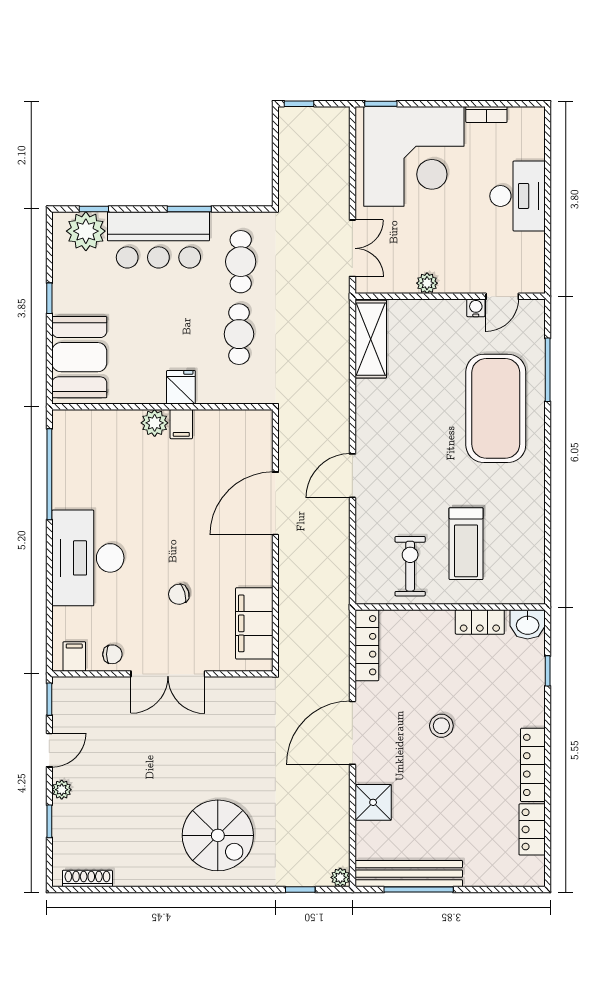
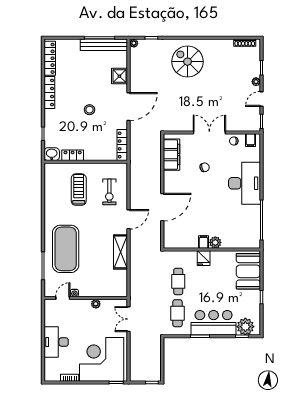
shelving: (371, 339) -> (121, 252), moved
exercise bike: (410, 566) -> (109, 192), moved
locker: (532, 829) -> (50, 58), width x1.53

